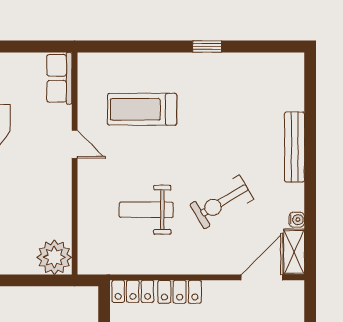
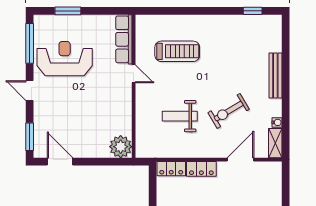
window: (207, 46) -> (253, 11), moved
row of seats: (59, 78) -> (124, 39), width x1.48
treadmill: (142, 109) -> (177, 51), turned 180
door: (262, 277) -> (241, 160), moved

